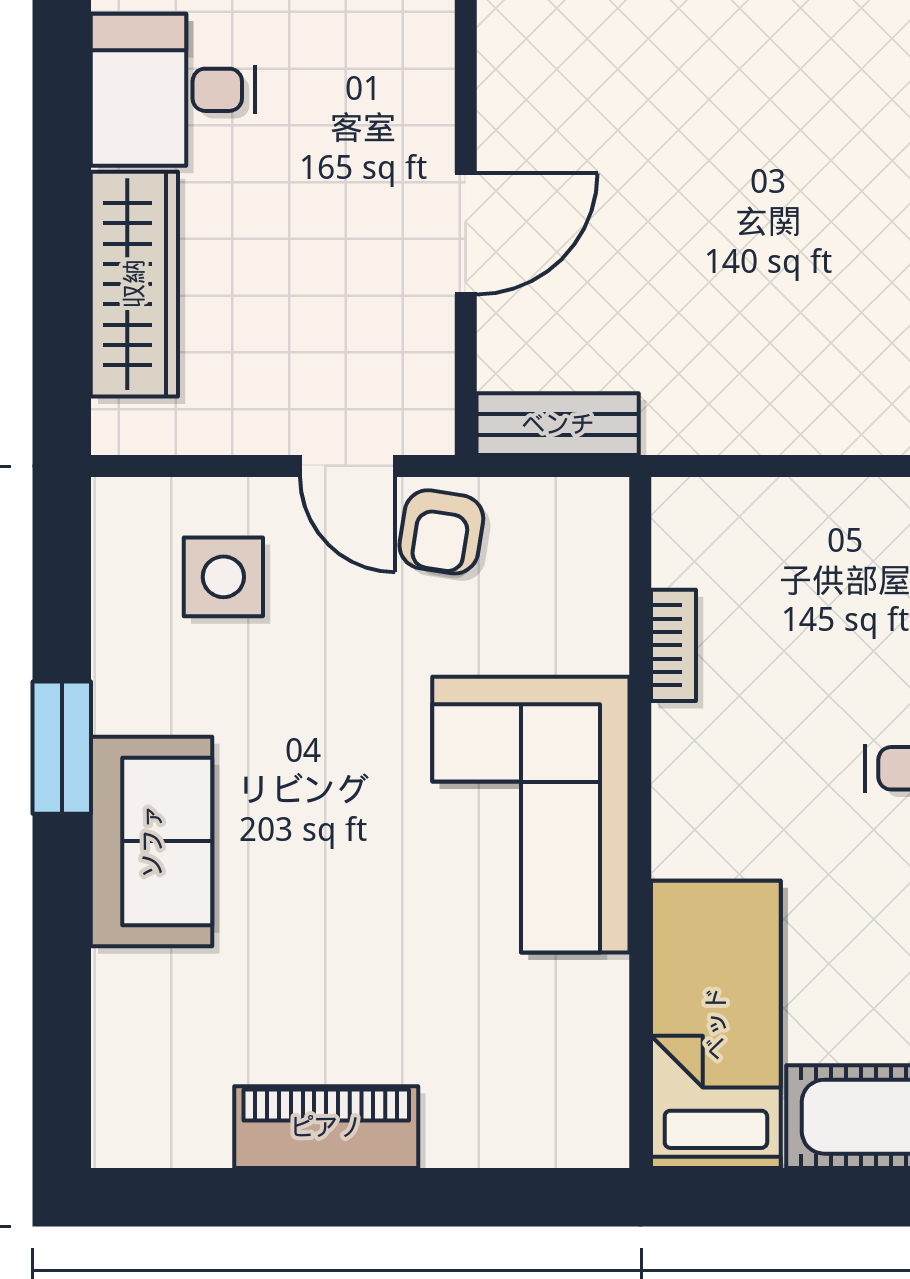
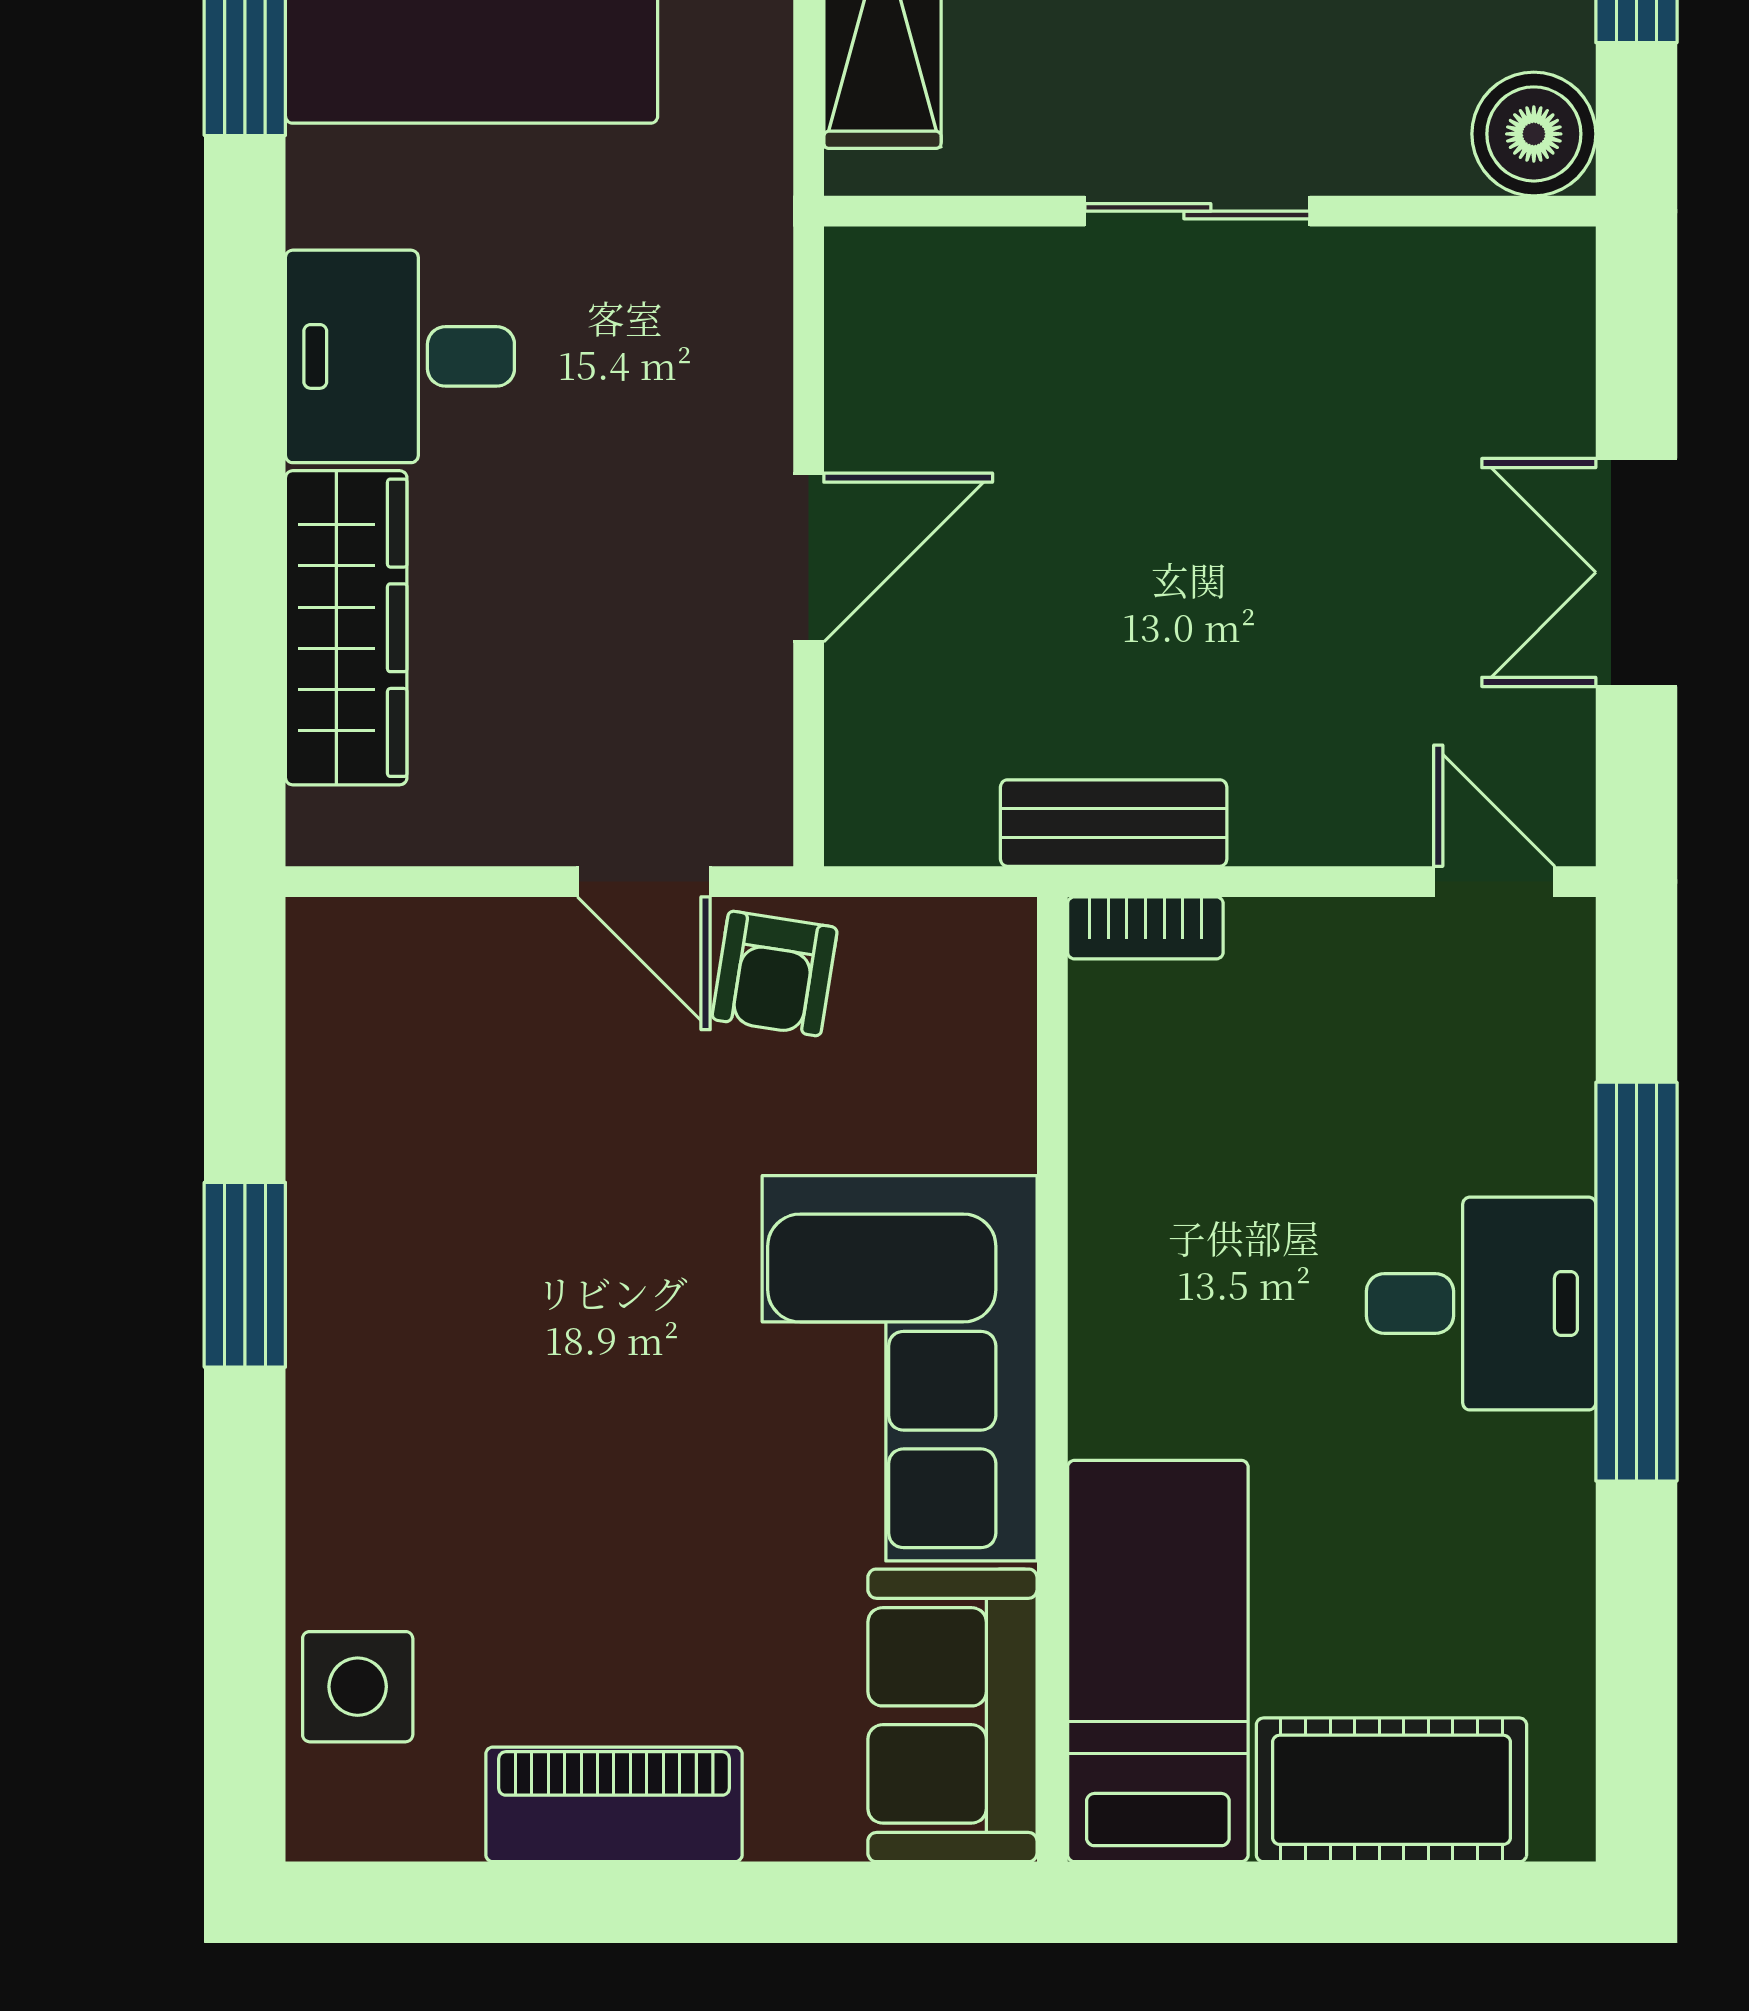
bench: (558, 424) -> (1114, 823), moved
side table: (223, 577) -> (358, 1687), moved
bookcase: (674, 645) -> (1145, 928), moved, turned 90
sofa: (152, 841) -> (952, 1715), moved, turned 180

